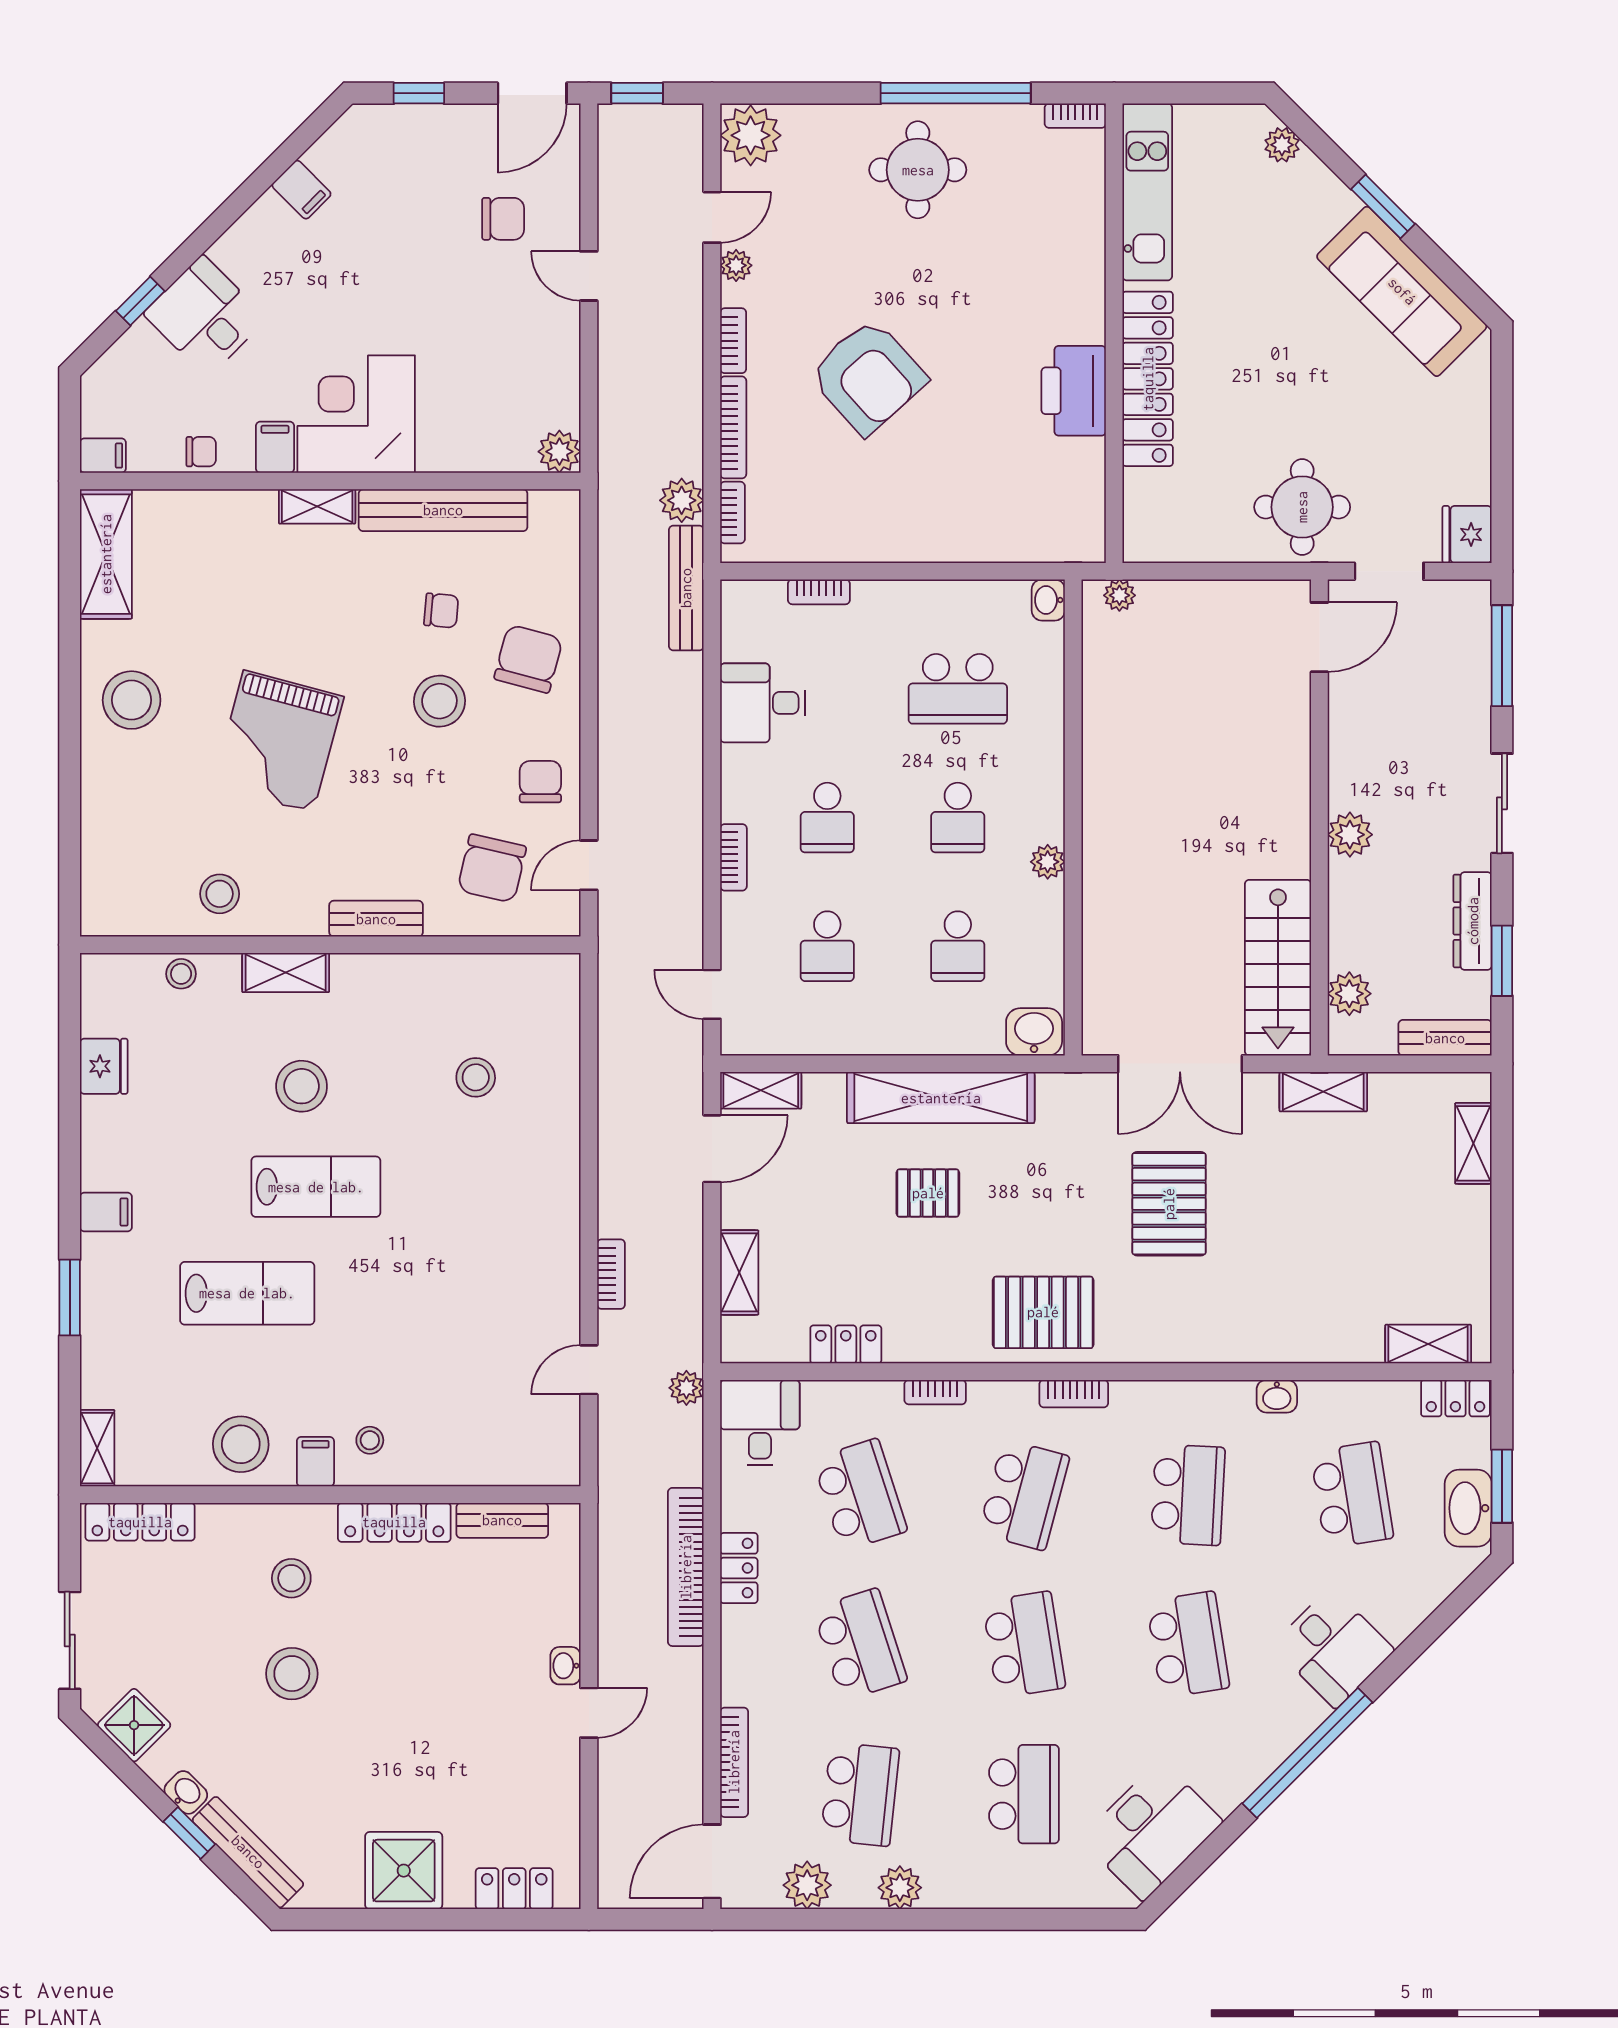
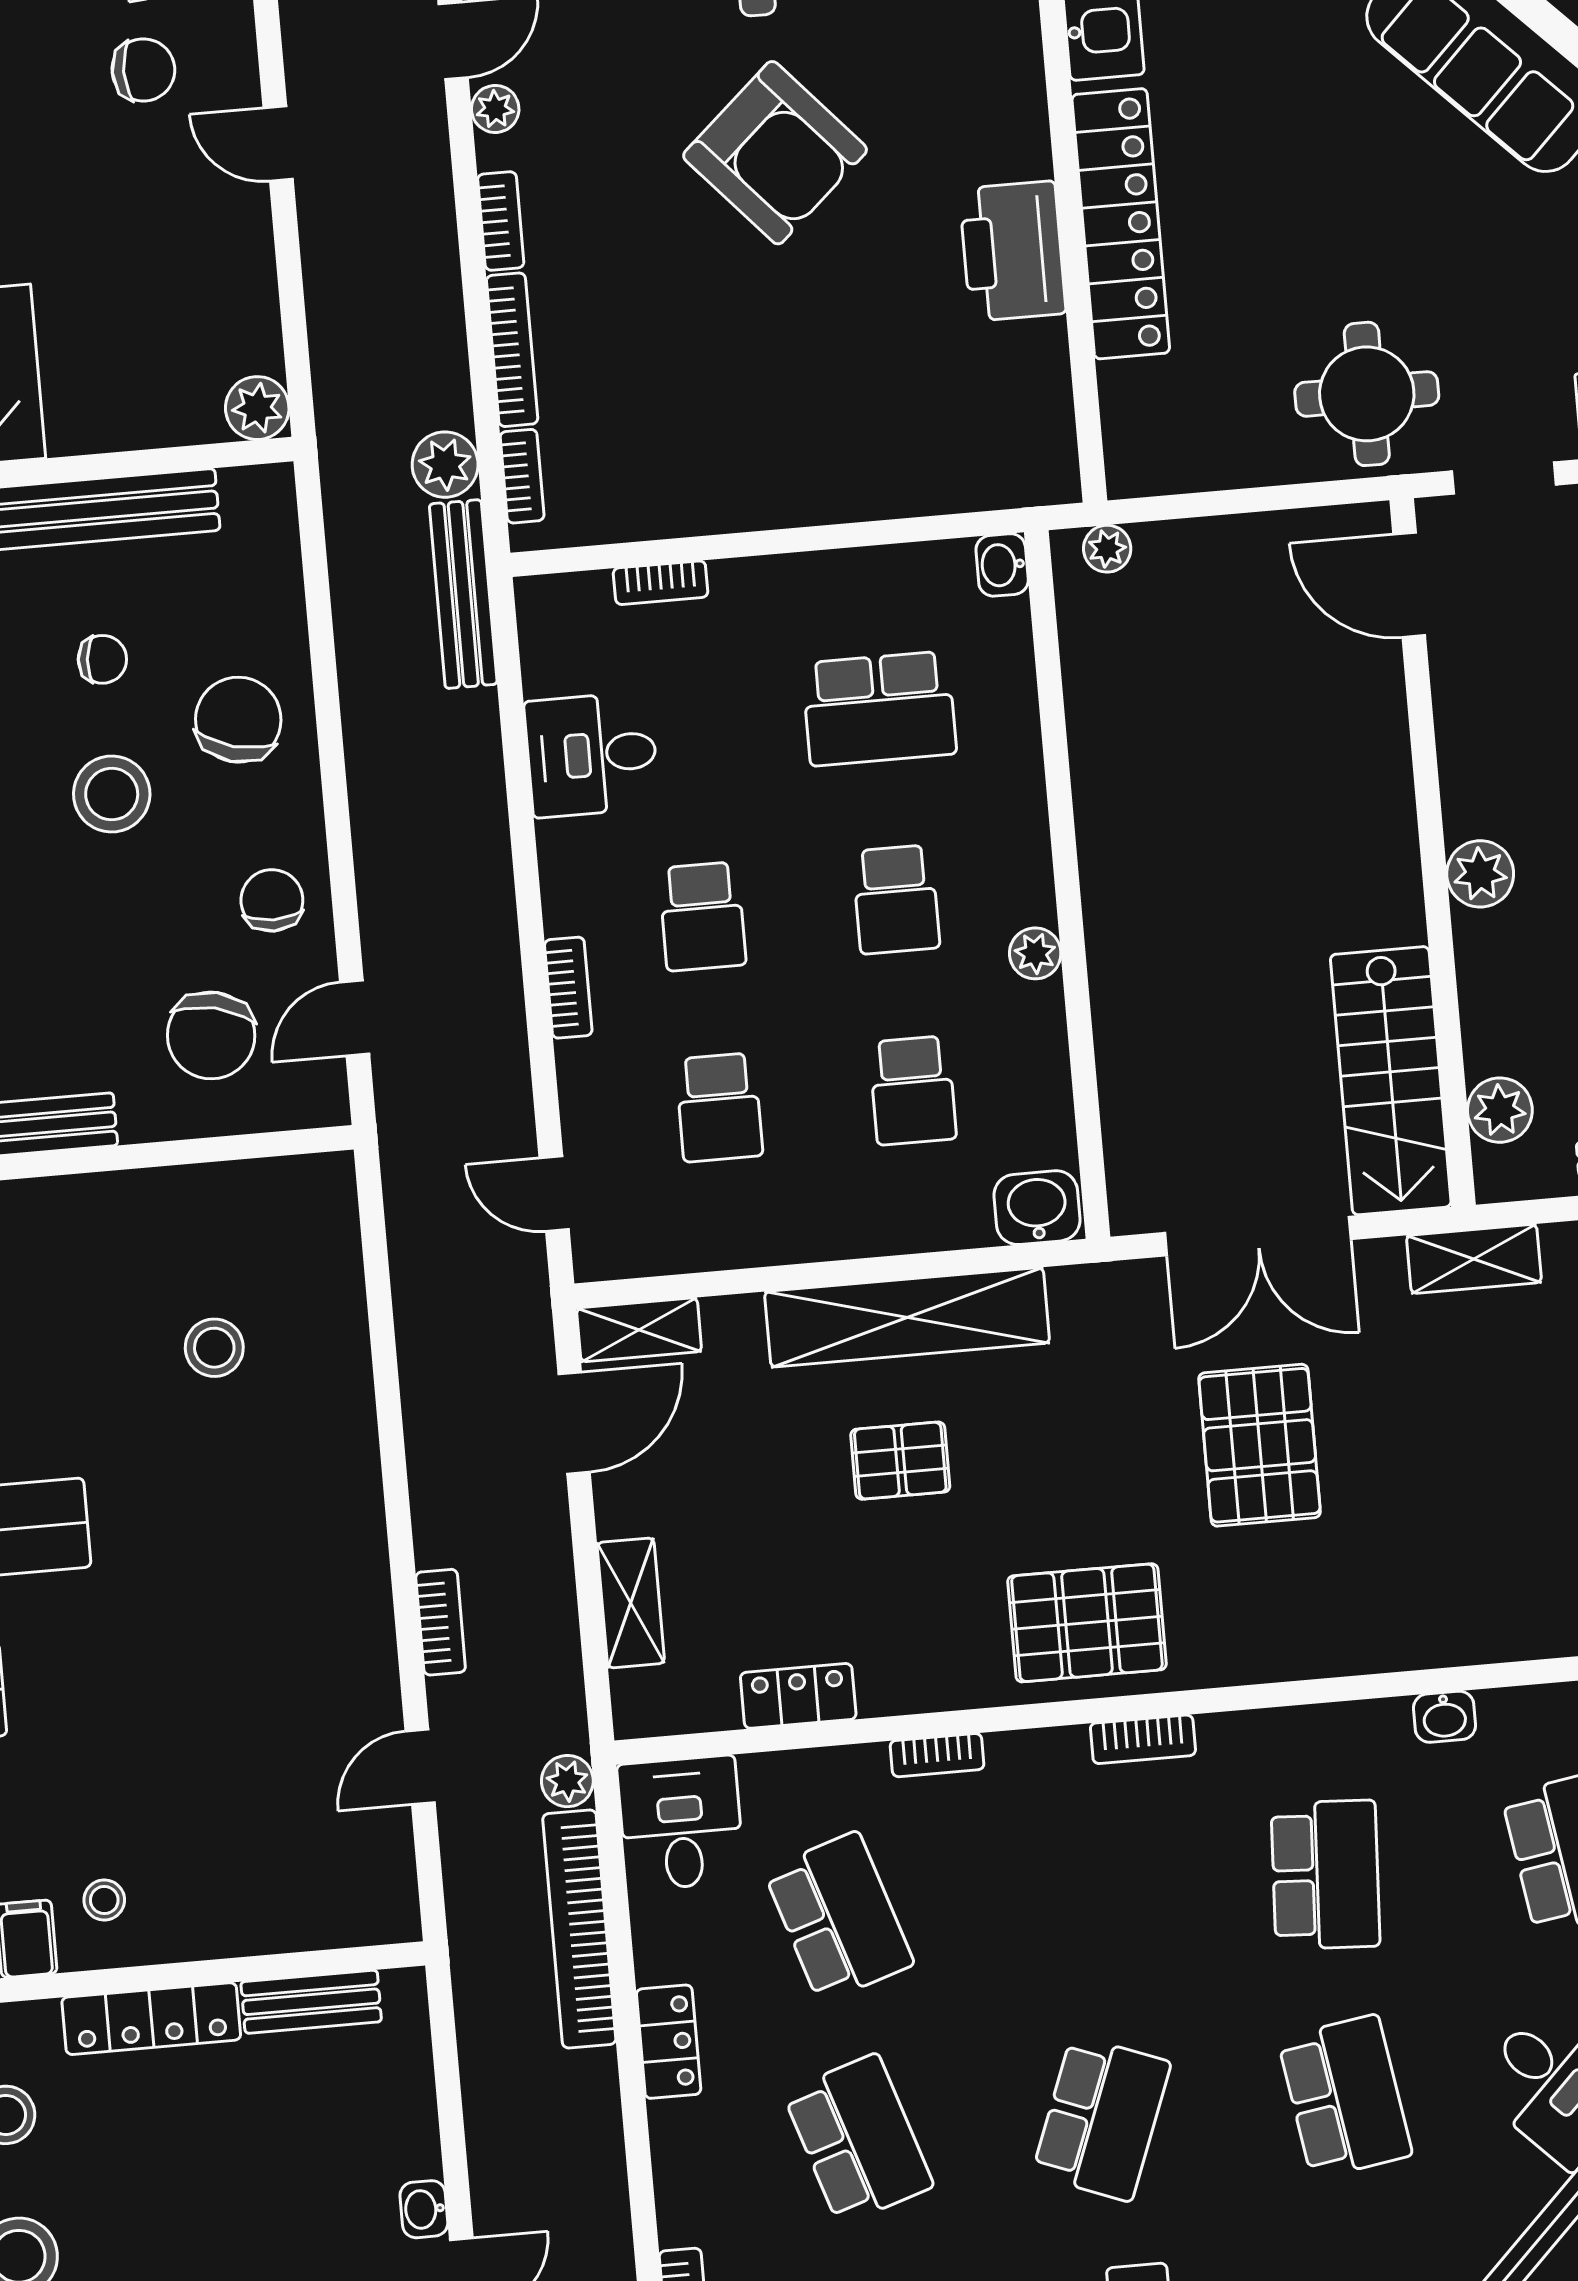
armchair: (868, 377) -> (775, 153), moved
door: (1319, 637) -> (1409, 585), swing flipped
school desk: (1024, 1495) -> (1082, 1896), removed
bookcase: (686, 1567) -> (579, 1929), moved
school desk: (1024, 1645) -> (1102, 2118), turned 30

